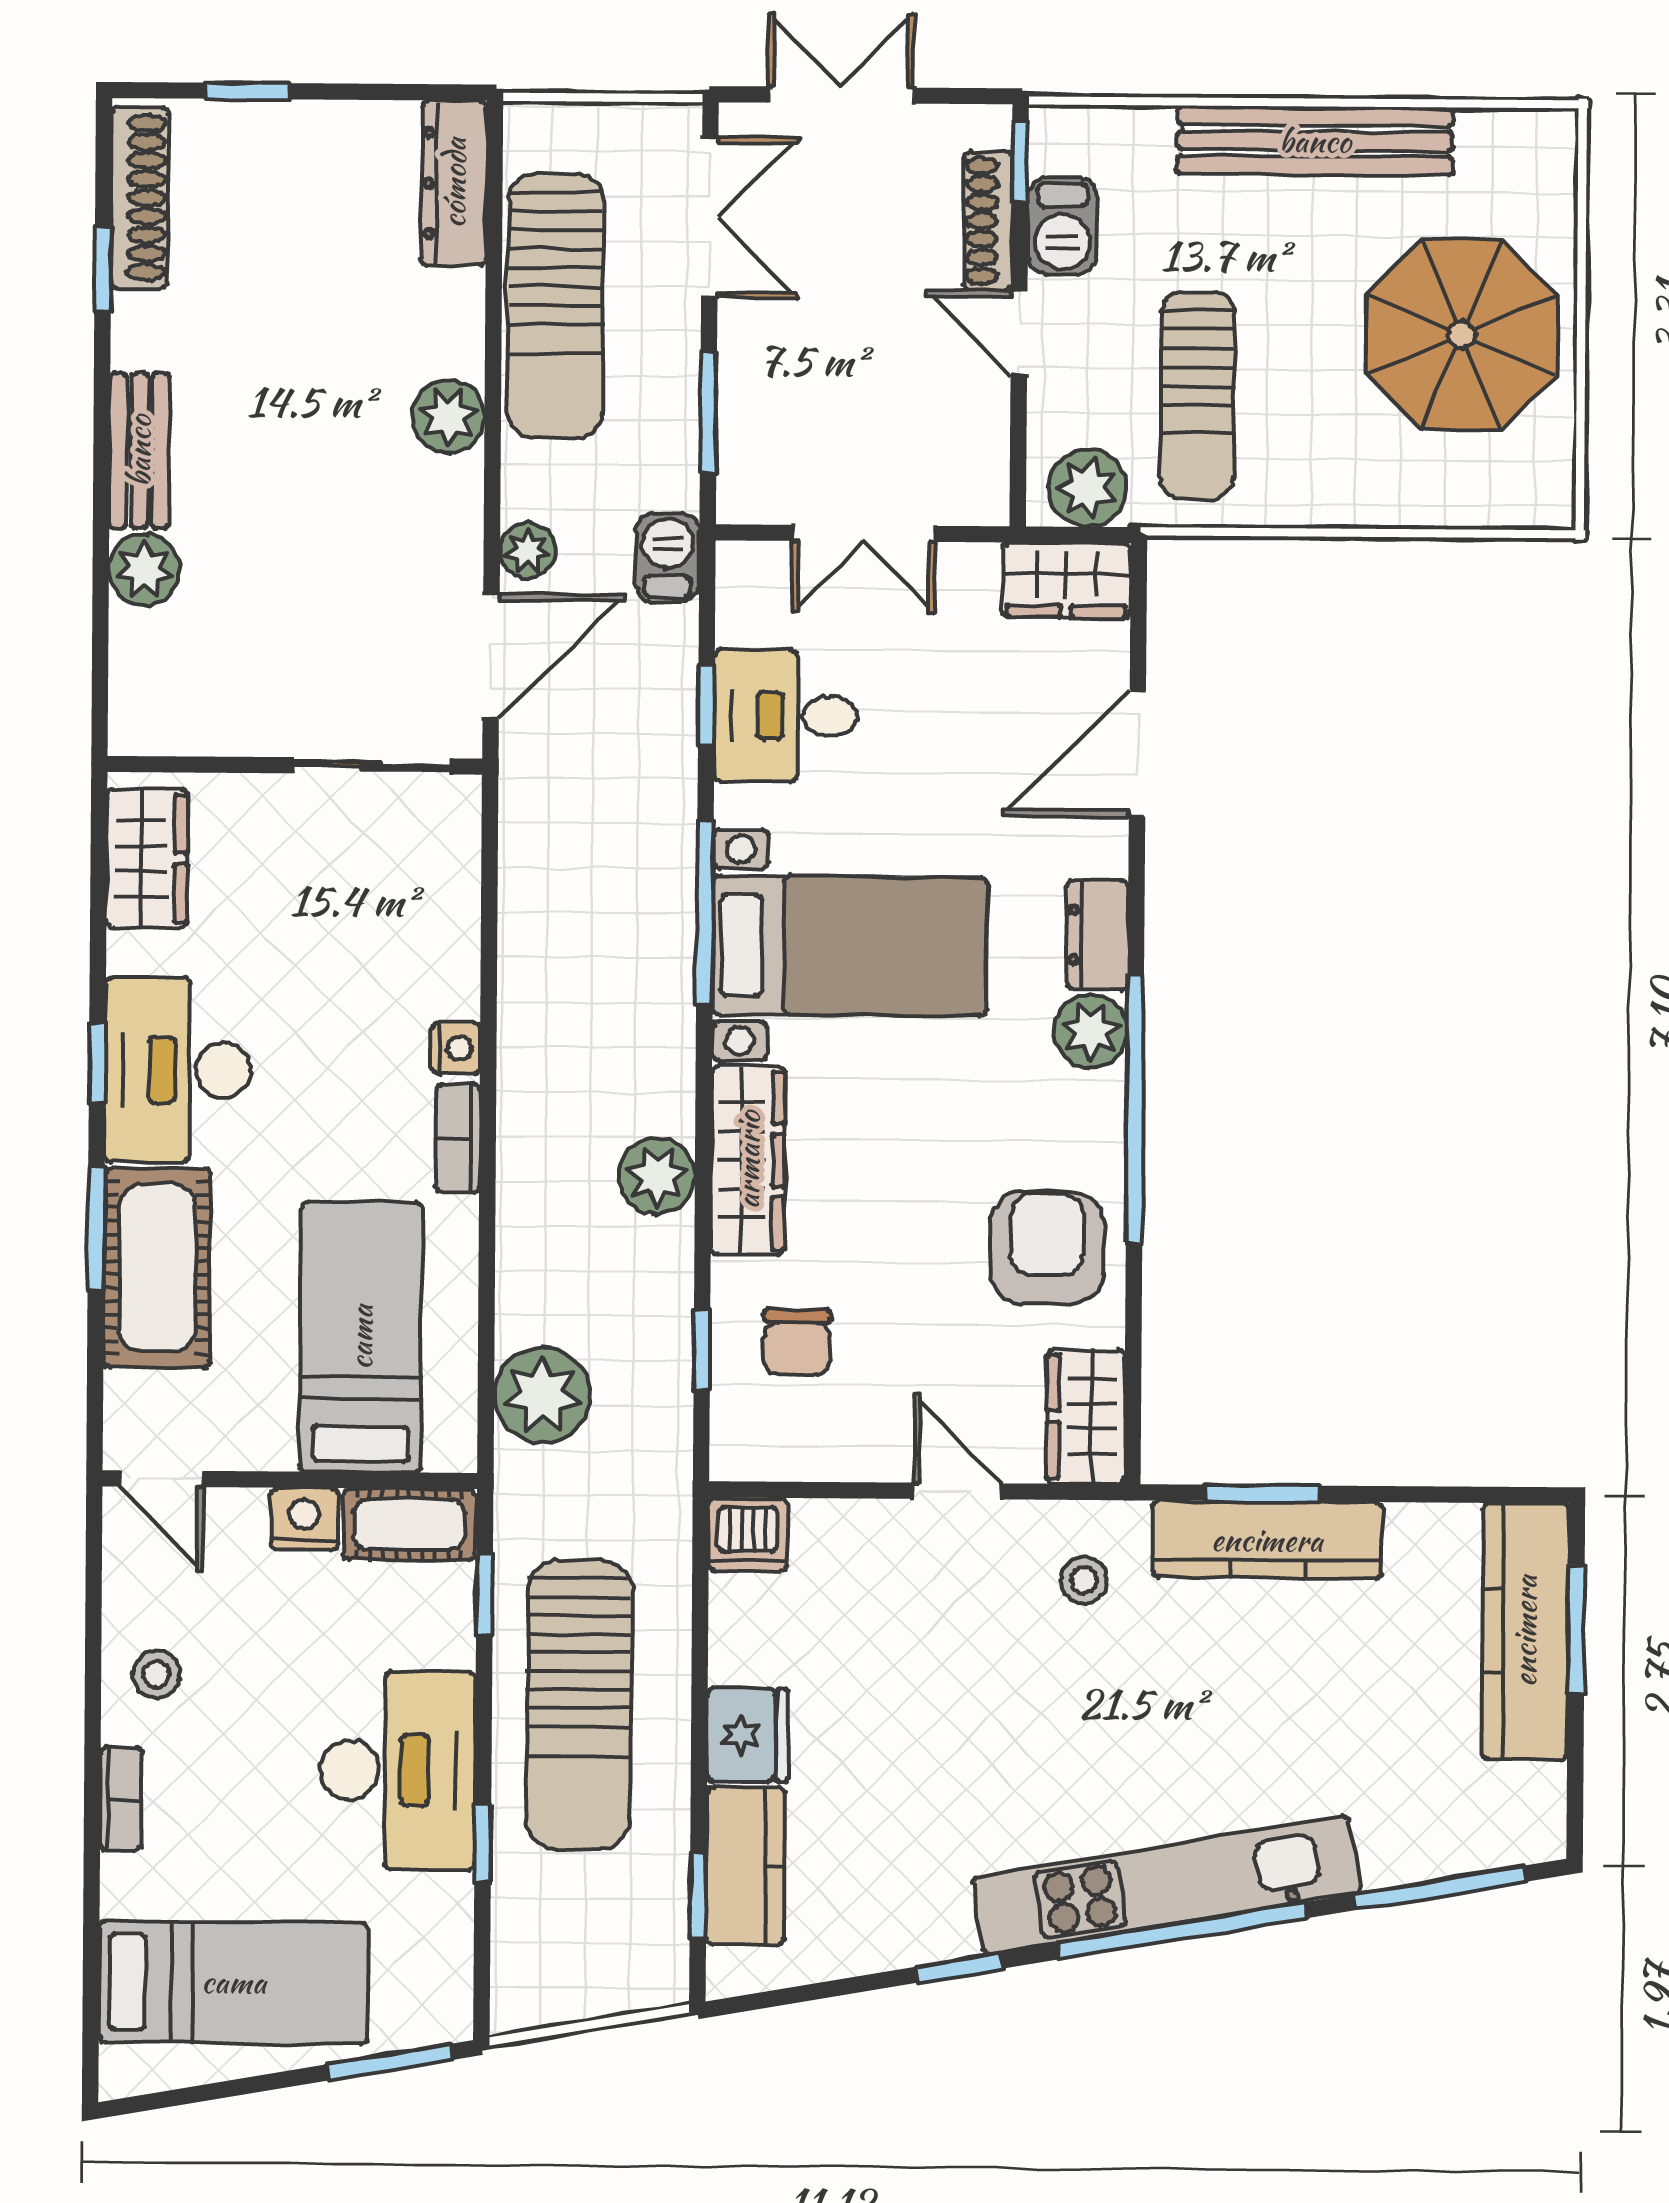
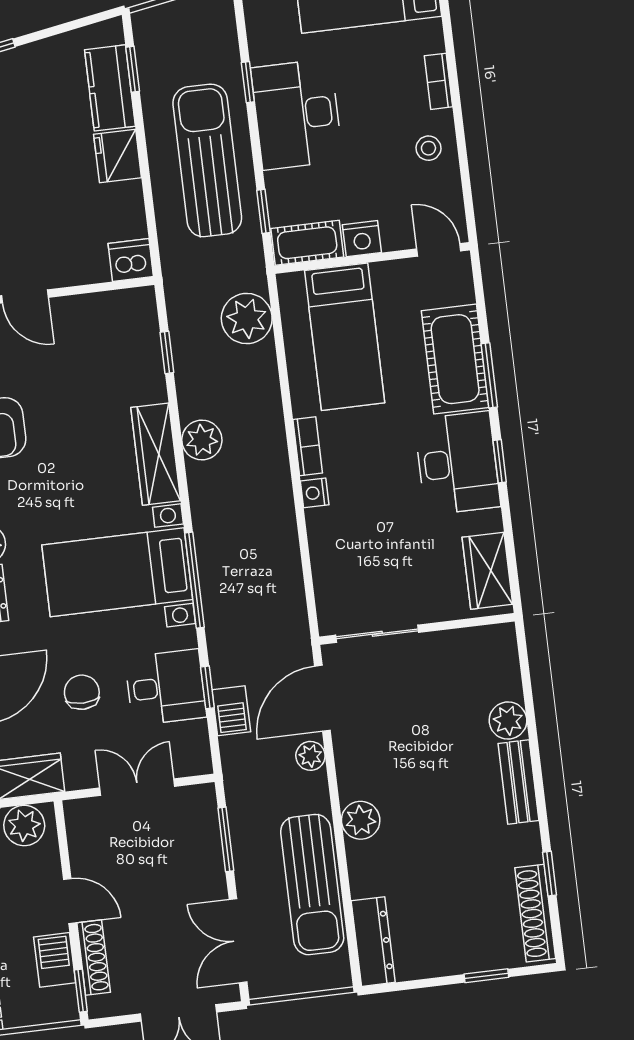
sun lounger: (556, 306) -> (312, 885), turned 180
barbecue: (668, 558) -> (231, 711), moved
chair: (797, 1342) -> (82, 692), moved

